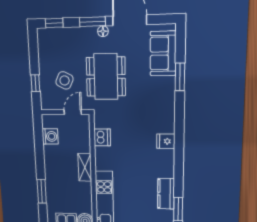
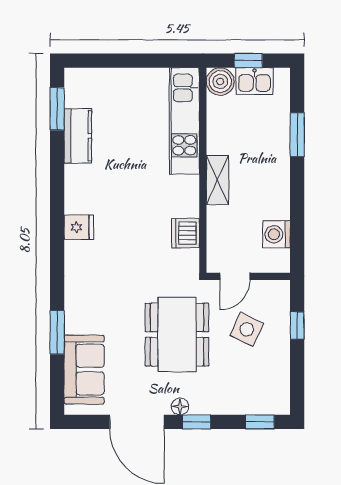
window: (93, 22) -> (197, 422), width x0.67

